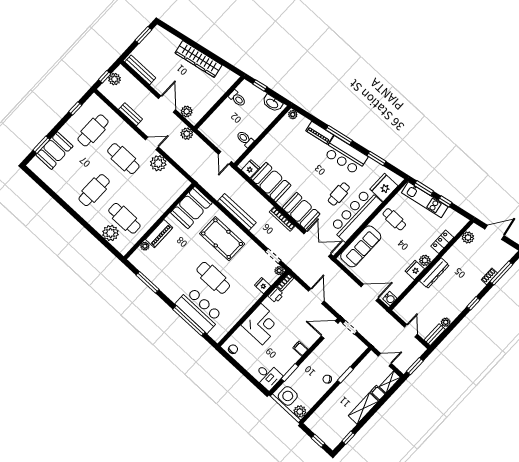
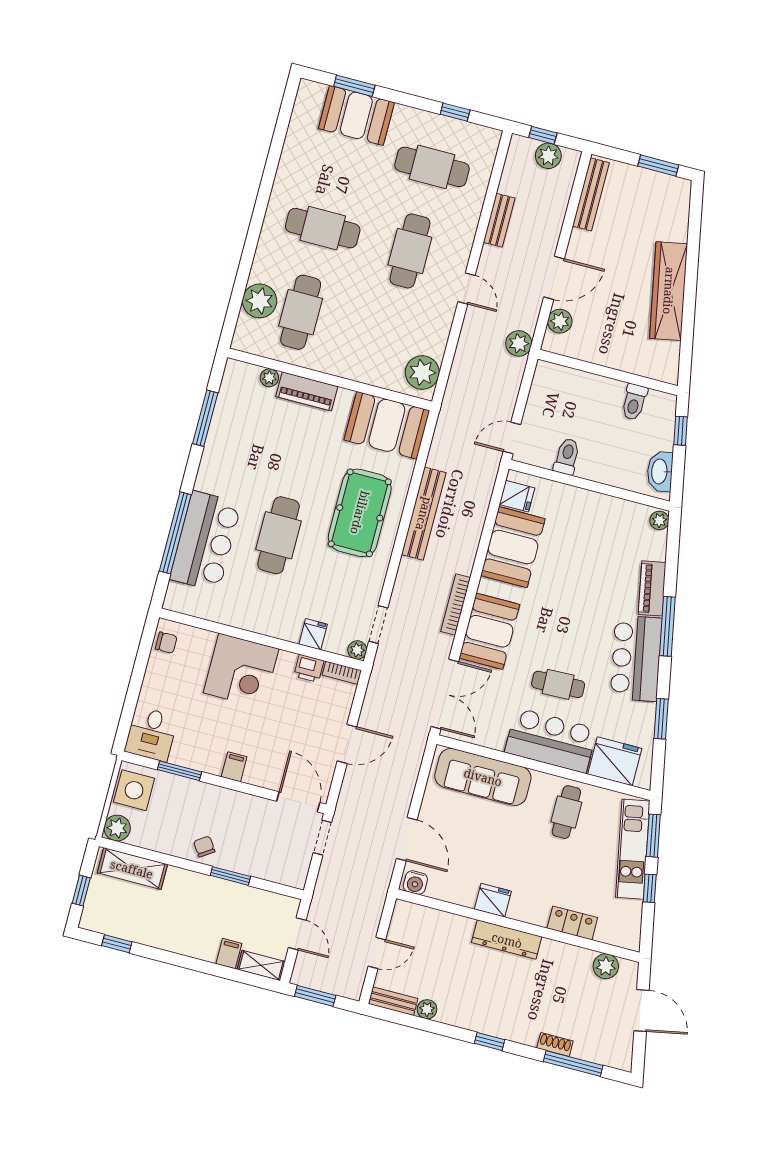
plant: (158, 163) -> (422, 372), moved
bar counter: (356, 215) -> (551, 740), width x0.73
plant: (425, 260) -> (521, 909), removed
shelving: (363, 409) -> (132, 869), moved

